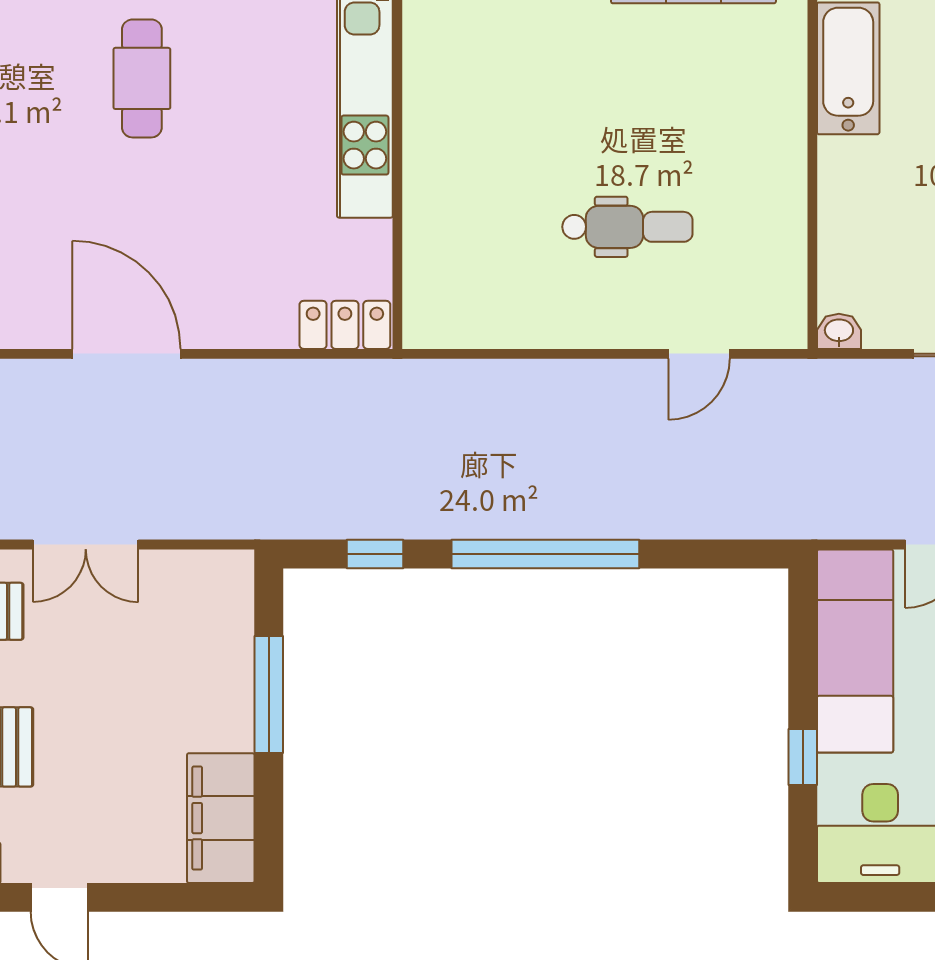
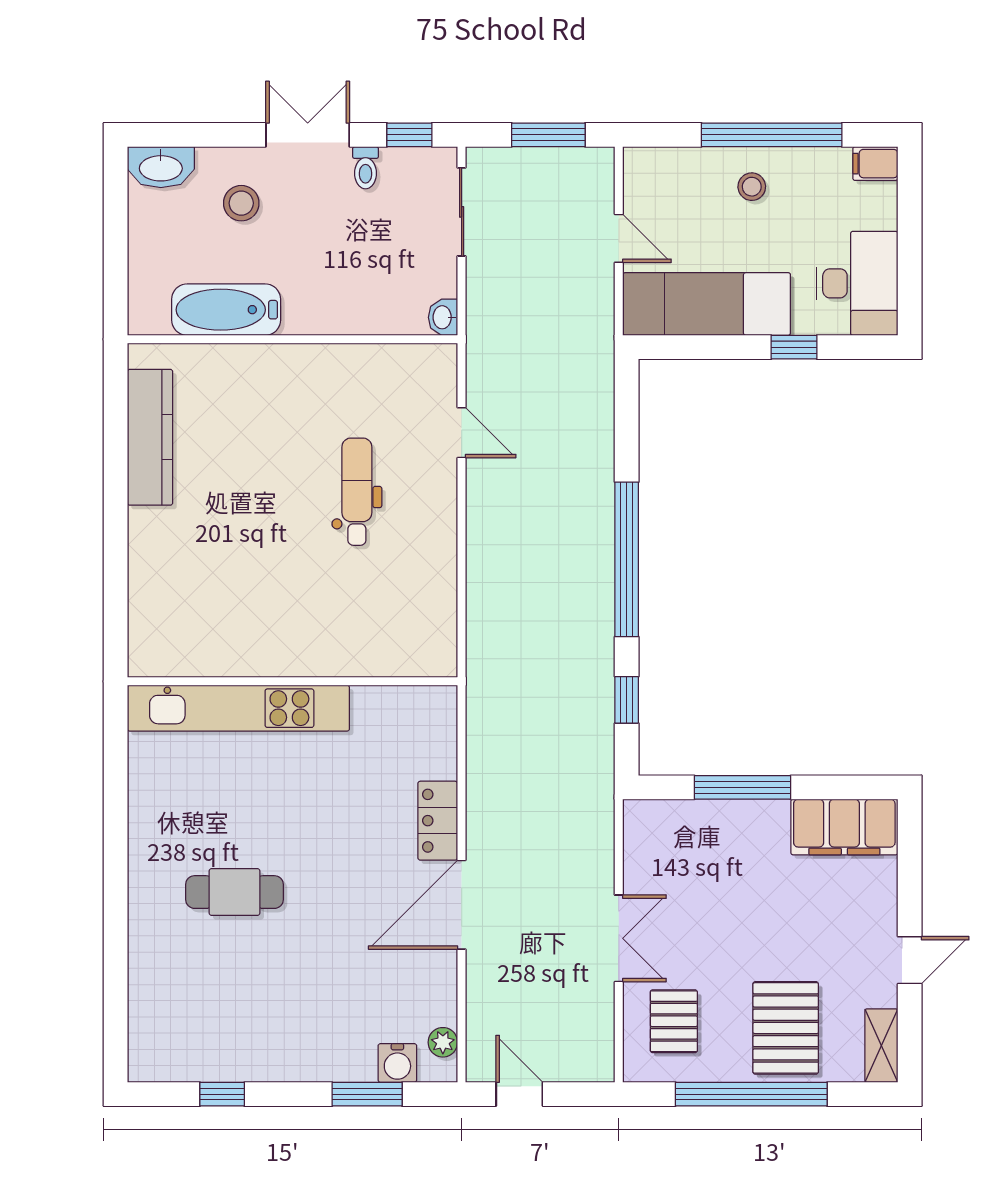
locker: (345, 325) -> (438, 821), moved

